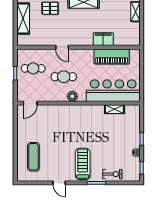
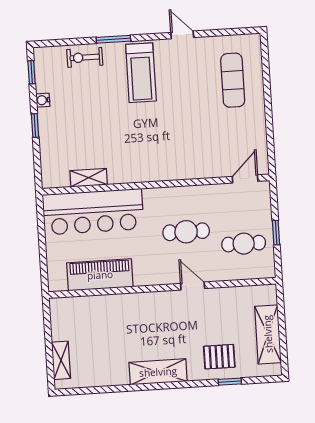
filing cabinet: (103, 39) -> (117, 306), removed
plant: (72, 96) -> (168, 197), removed

